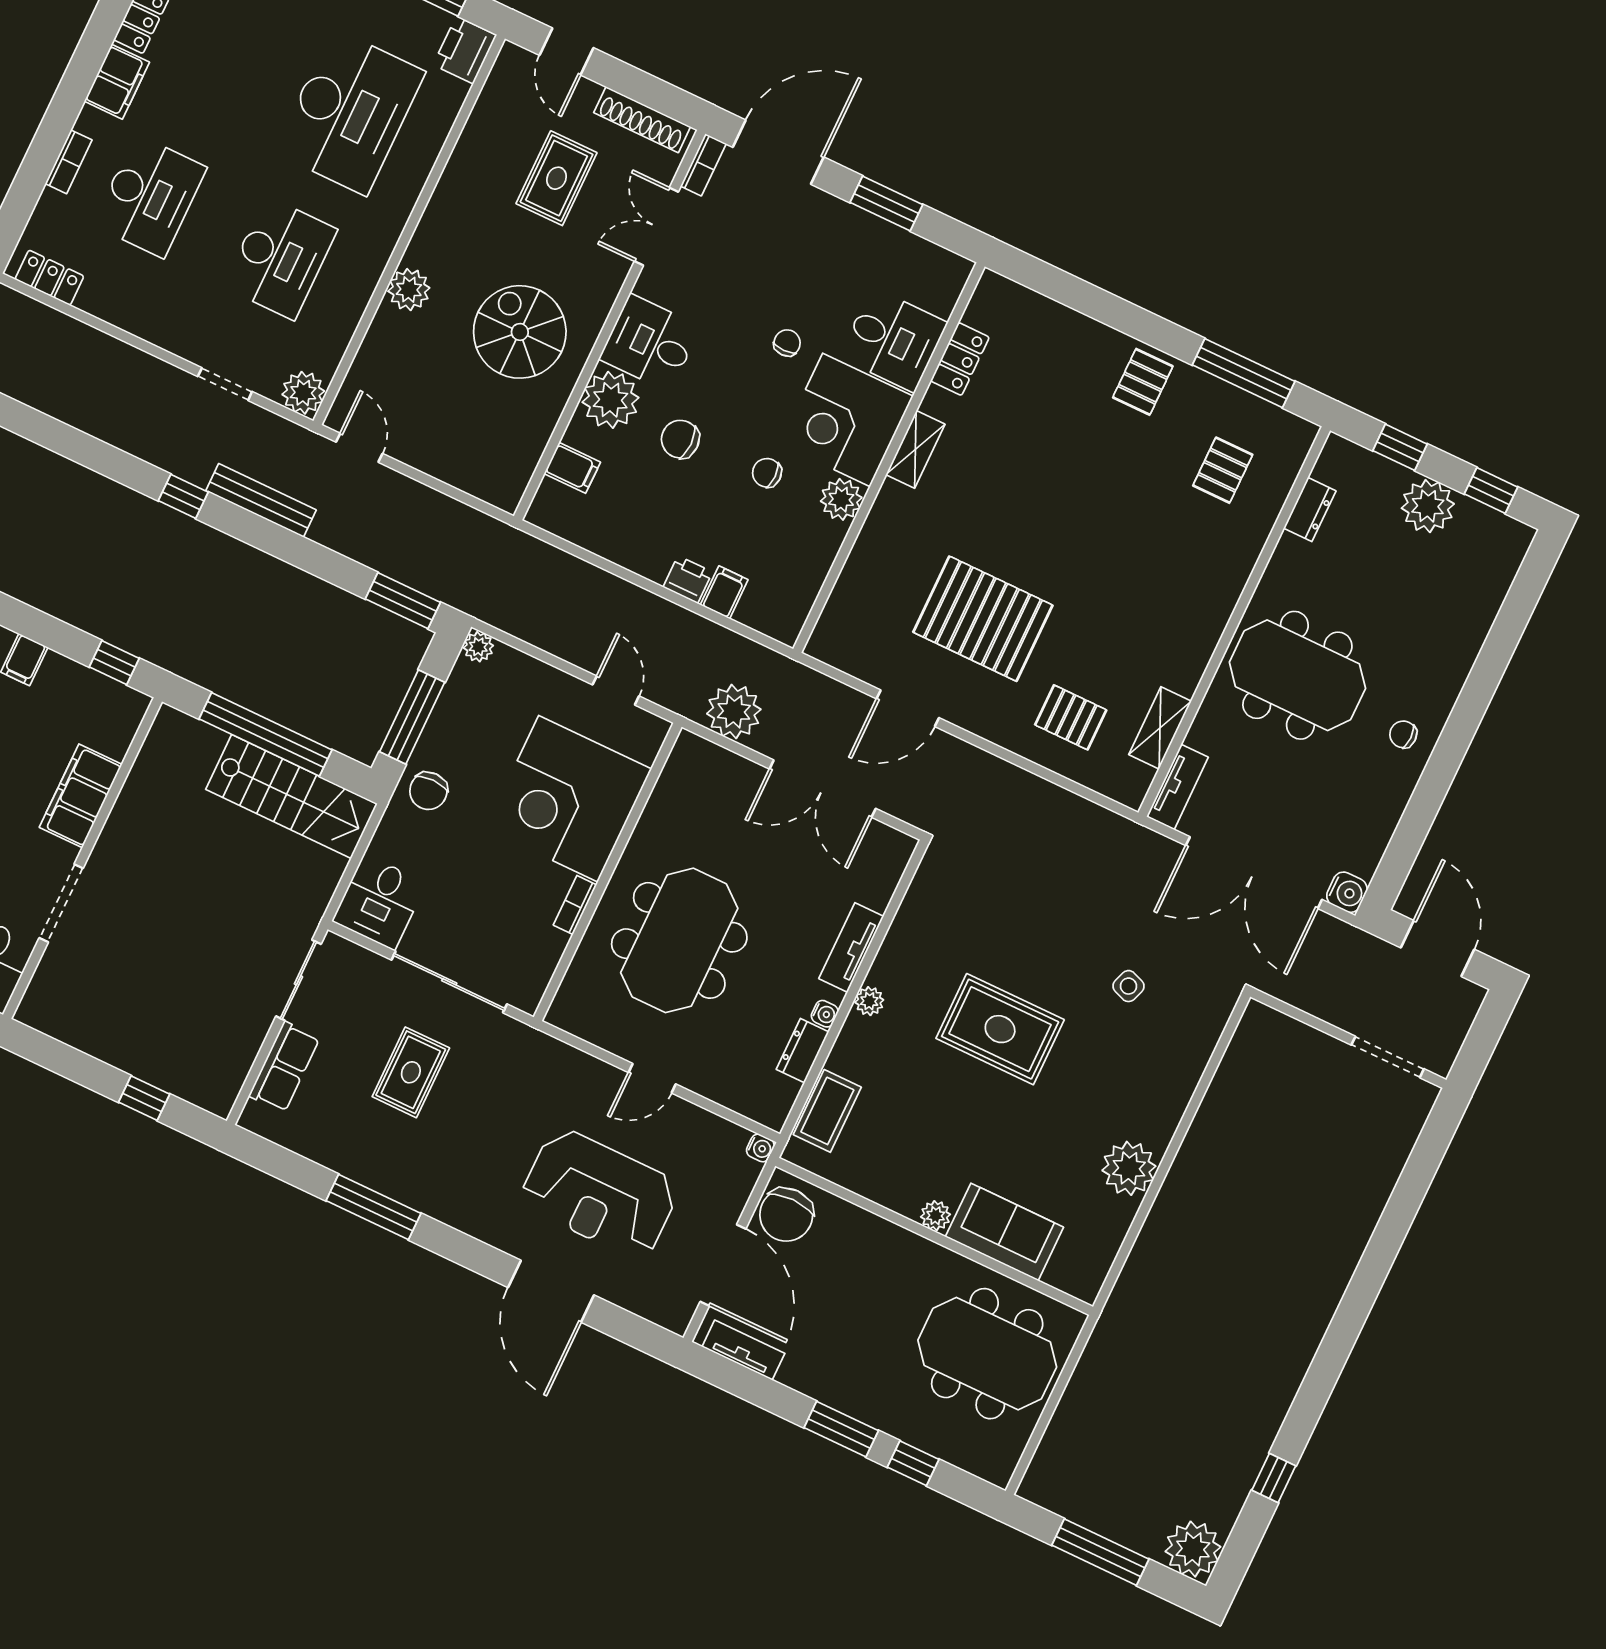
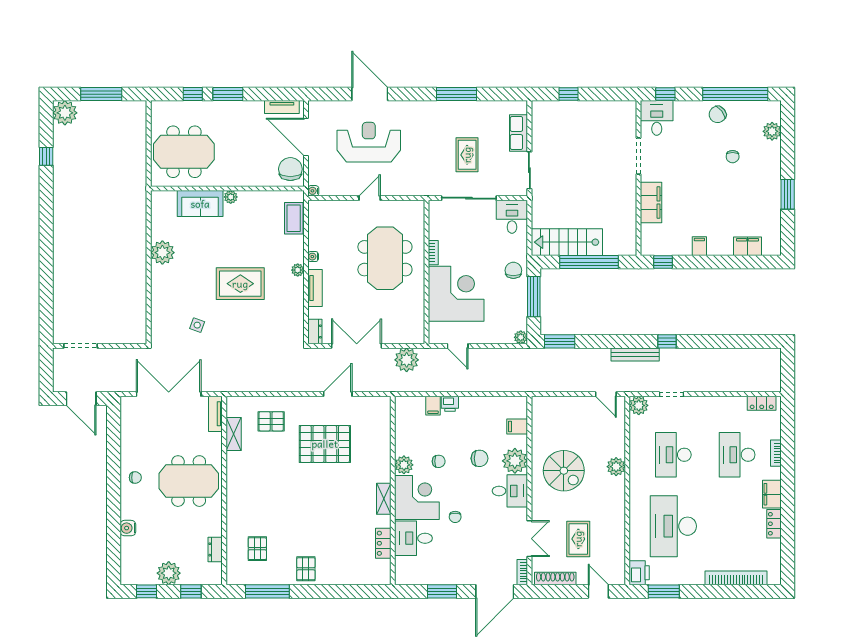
water cooler: (1347, 892) -> (128, 528), moved
dresser: (803, 1051) -> (315, 332), moved

